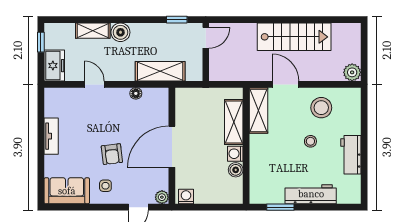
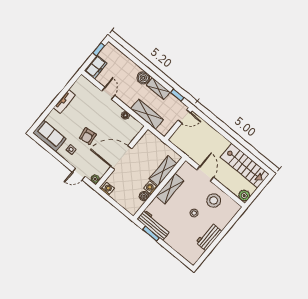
shelving: (93, 31) -> (158, 89), moved
stairs: (294, 37) -> (245, 166), moved
shelving: (259, 110) -> (170, 188), moved
workbench: (311, 194) -> (154, 225), moved

